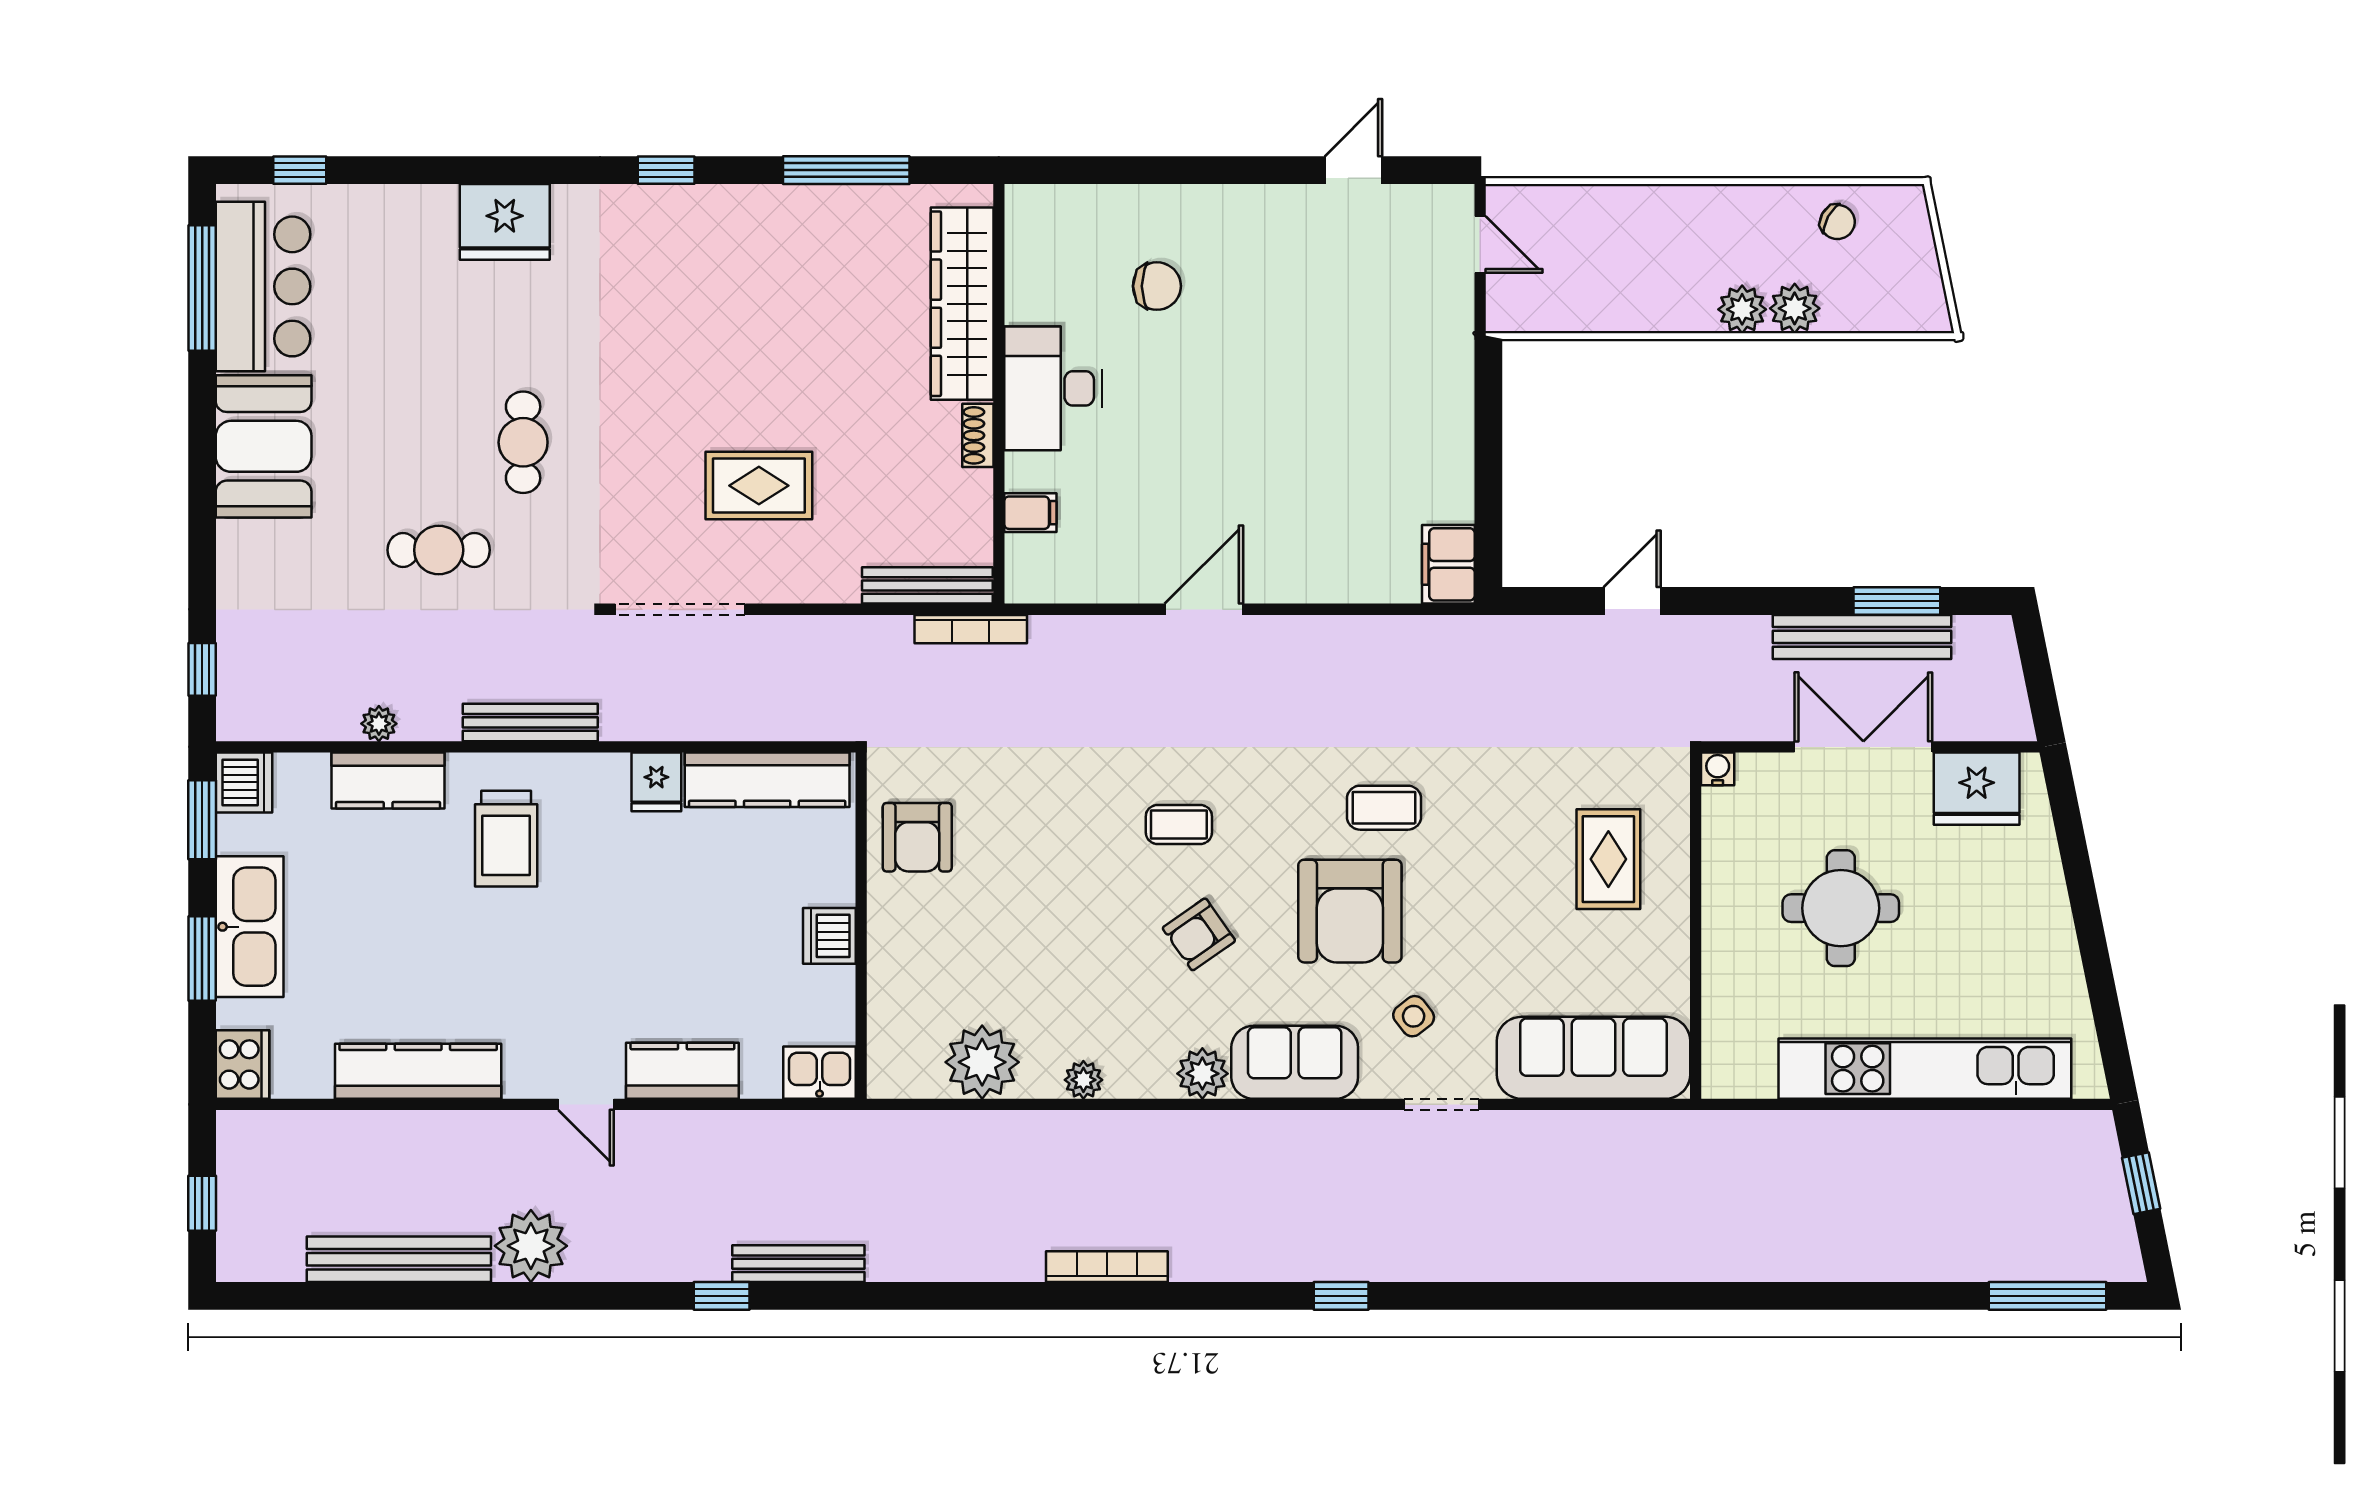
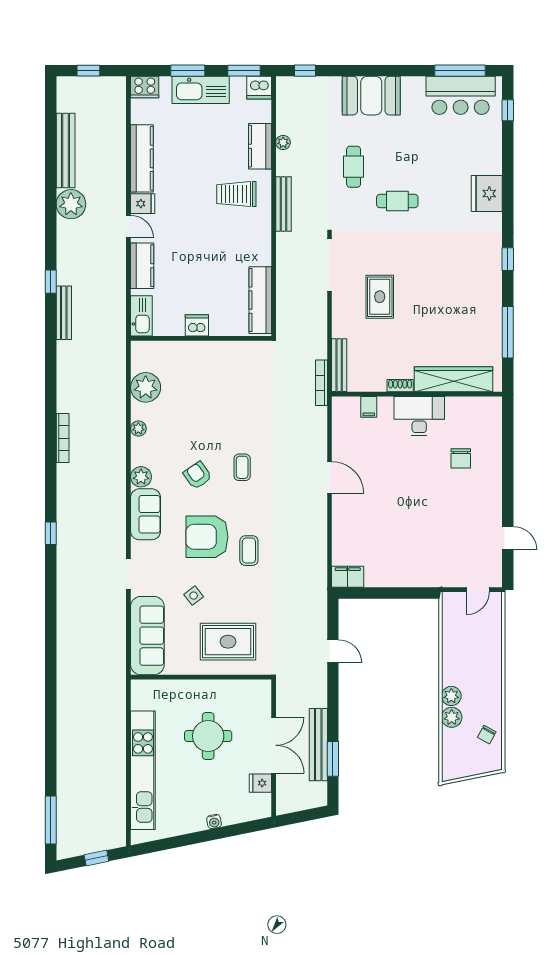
booth: (264, 446) -> (371, 96), moved
water cooler: (1718, 769) -> (214, 822), moved, turned 79
fridge: (656, 782) -> (143, 204), moved, turned 180
fridge: (1977, 789) -> (260, 783), width x0.53, depth x0.75
armchair: (917, 837) -> (237, 361), removed
rug: (1608, 859) -> (228, 642), width x1.36, depth x1.43
side table: (1414, 1016) -> (194, 596), moved
kitchen sink: (820, 1073) -> (141, 316), width x1.38
door: (586, 1104) -> (128, 227), swing flipped

